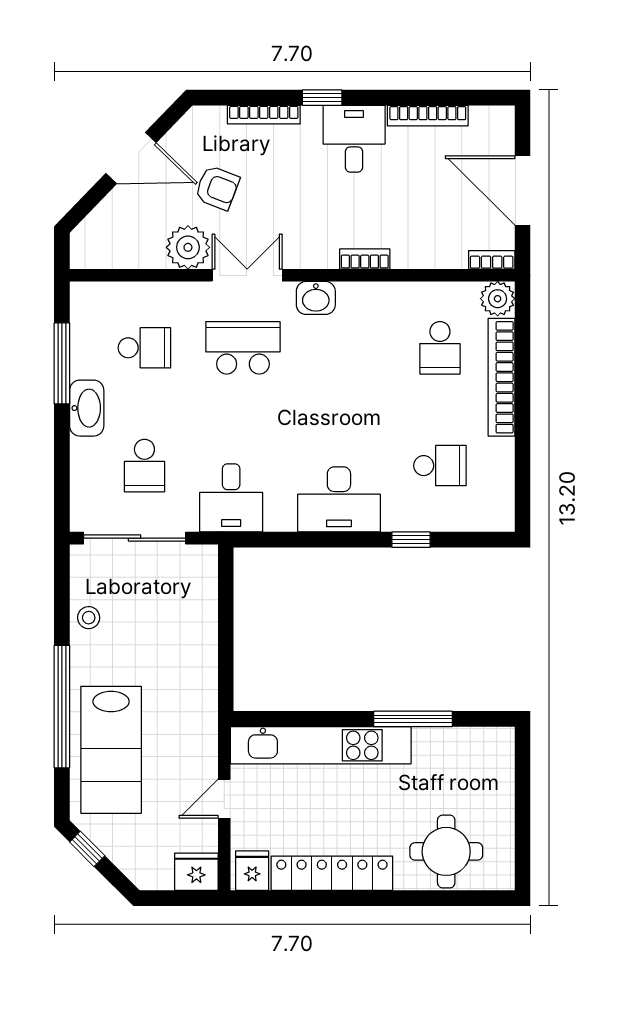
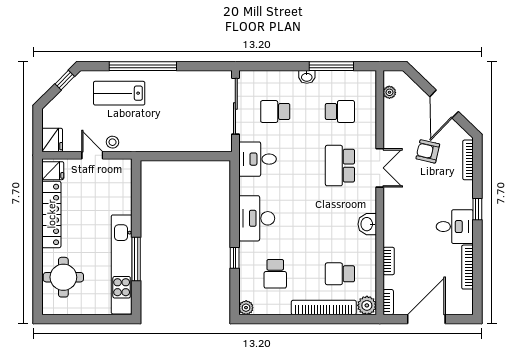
bookcase: (264, 115) -> (468, 160), moved
armchair: (217, 188) -> (428, 151), turned 82
plant: (188, 247) -> (389, 92), moved, width x0.53, depth x0.53
bookcase: (365, 259) -> (389, 261), moved
washbasin: (316, 298) -> (367, 224), moved
school desk: (144, 348) -> (340, 112), turned -90
school desk: (243, 348) -> (340, 166), turned 180
washbasin: (87, 408) -> (307, 77), width x0.52, depth x0.69
plant: (502, 519) -> (246, 308), added
stool: (89, 618) -> (112, 142), moved
kitchen unit: (321, 745) -> (122, 264), moved
lab bench: (111, 750) -> (119, 93), width x0.73, depth x0.72

